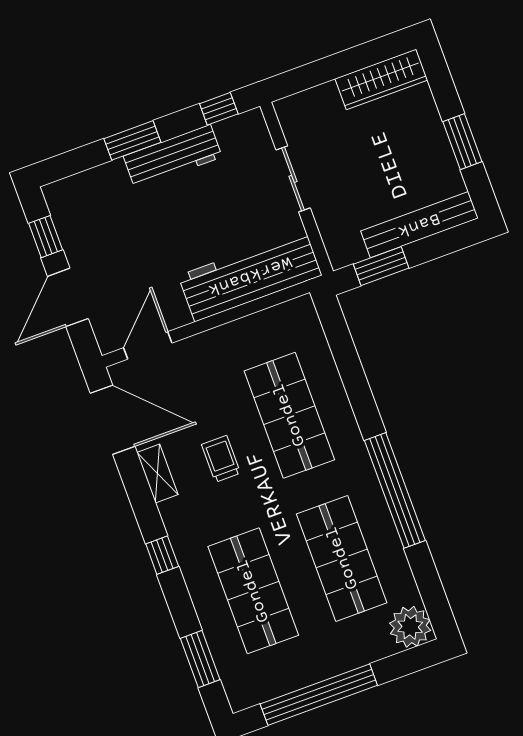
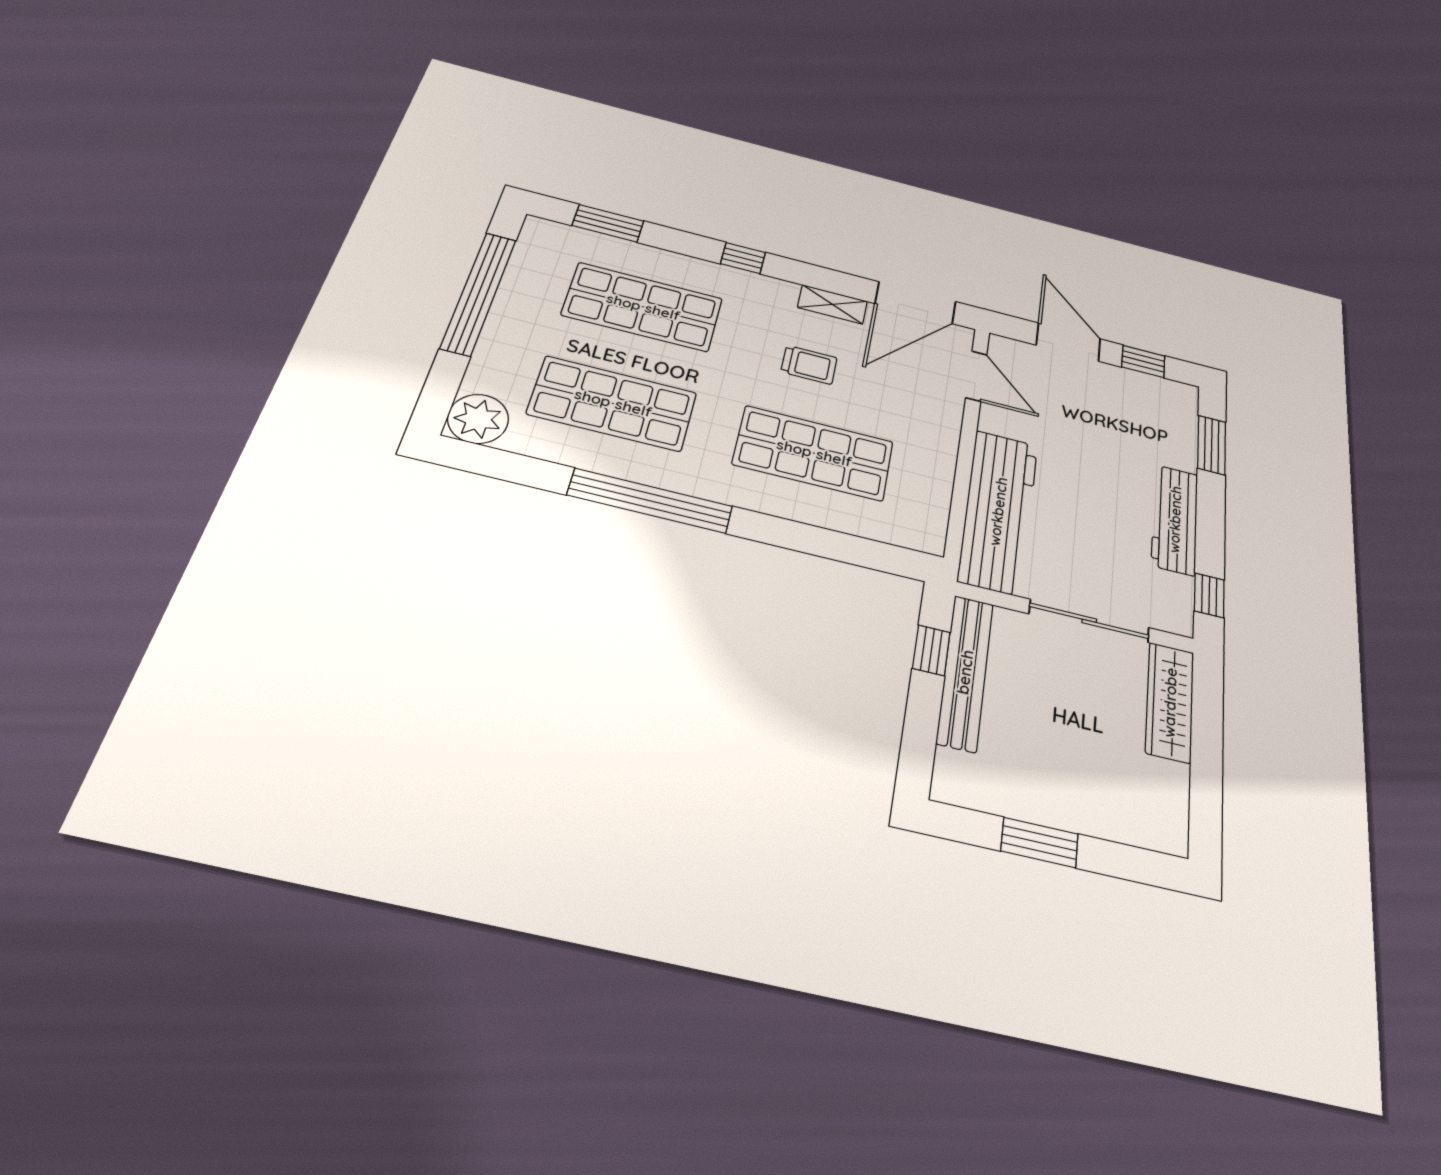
wardrobe: (381, 79) -> (1170, 702), moved
window: (132, 140) -> (1212, 445), moved
sliding door: (293, 179) -> (1089, 621), width x1.37
bench: (419, 225) -> (965, 672), moved
window: (381, 266) -> (931, 650), width x0.67

